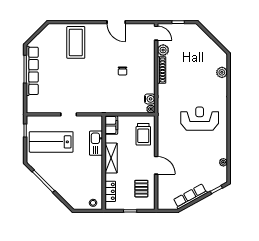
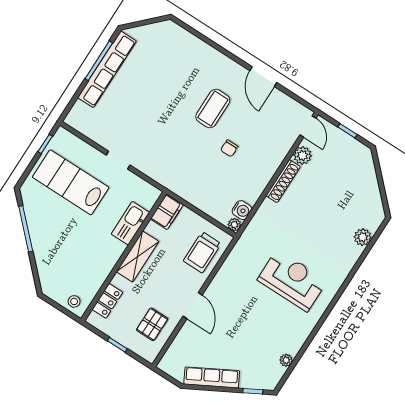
coffee table: (76, 42) -> (213, 108), moved, width x0.73, depth x0.76

